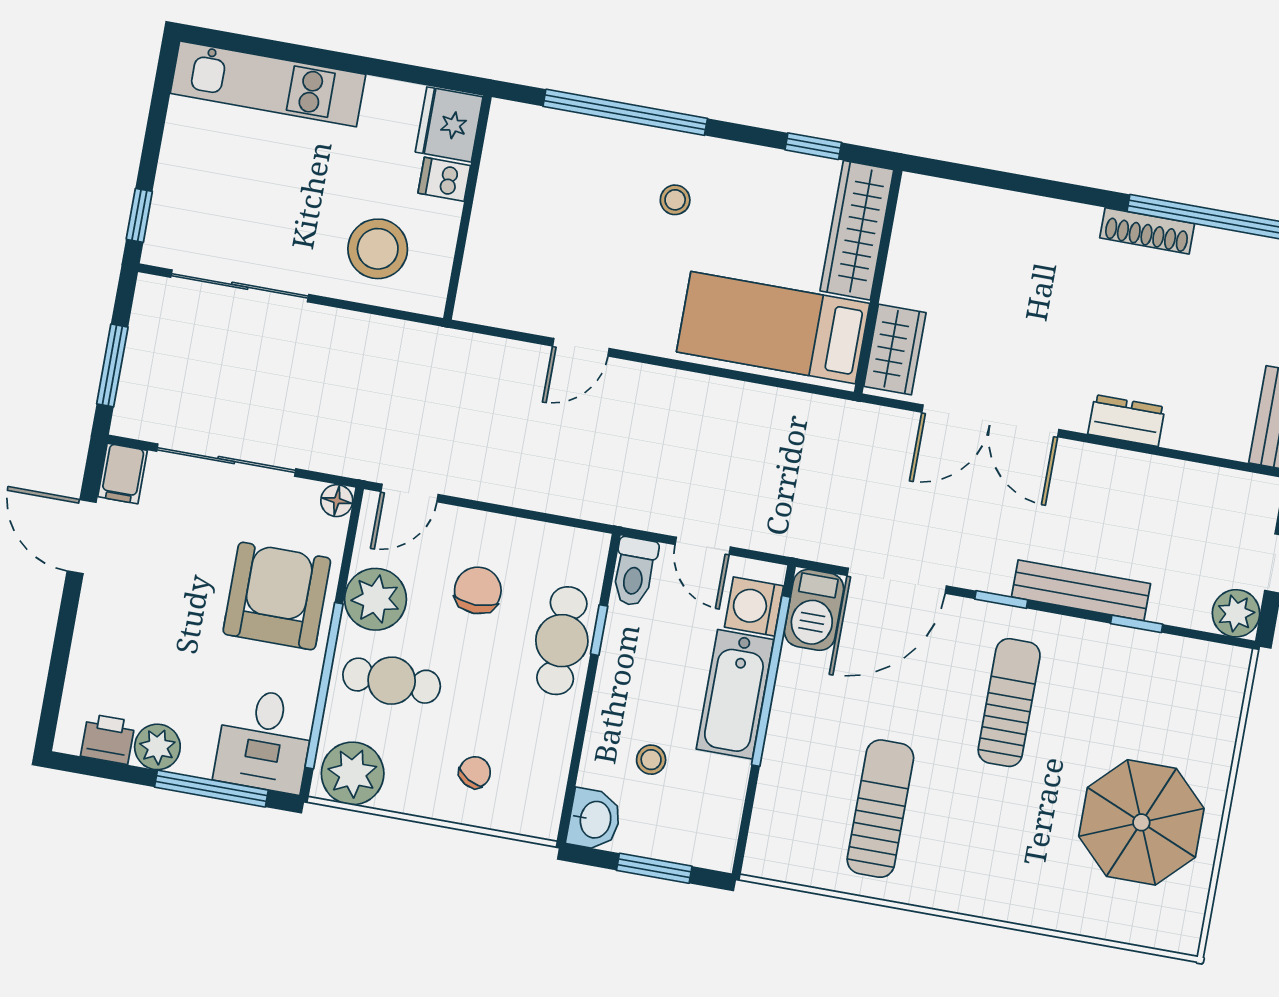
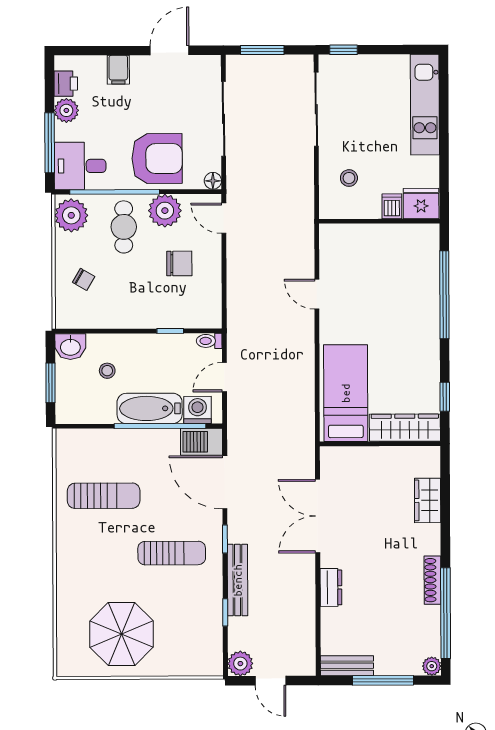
stool: (675, 200) -> (403, 329), removed
stool: (378, 249) -> (349, 178), width x0.53, depth x0.53
wardrobe: (895, 350) -> (428, 500), moved, turned 90
filing cabinet: (122, 473) -> (118, 70), moved, turned -90
toilet: (634, 572) -> (209, 341), width x0.73, depth x0.72
cafe table: (562, 641) -> (161, 312), removed

